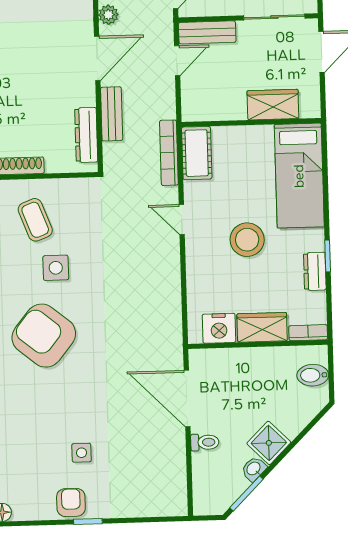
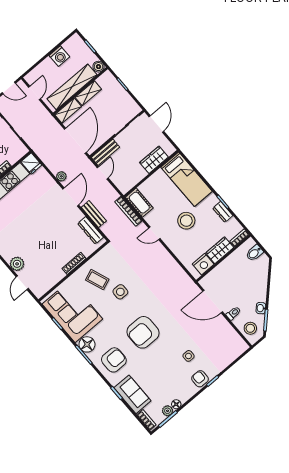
armchair: (44, 336) -> (143, 332), moved, turned -39
shower: (269, 443) -> (259, 293), removed
stool: (212, 487) -> (250, 328), added

